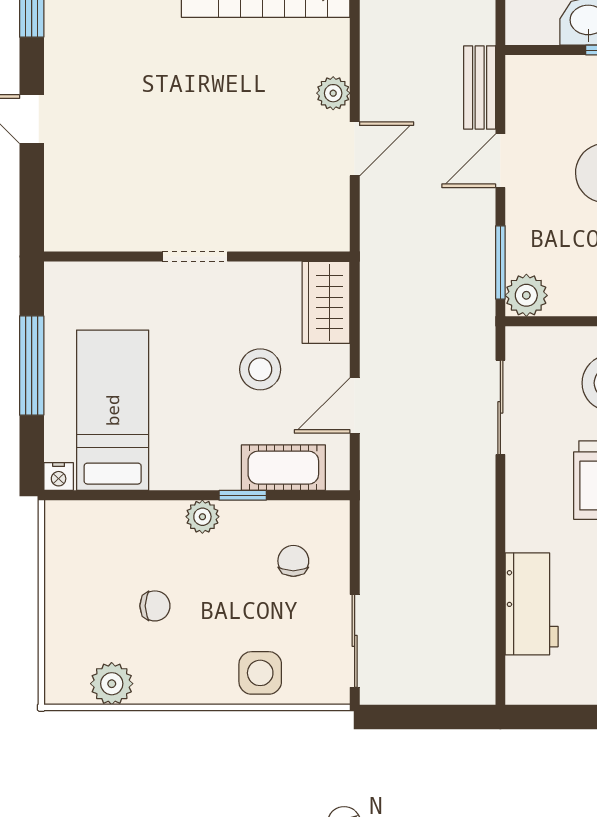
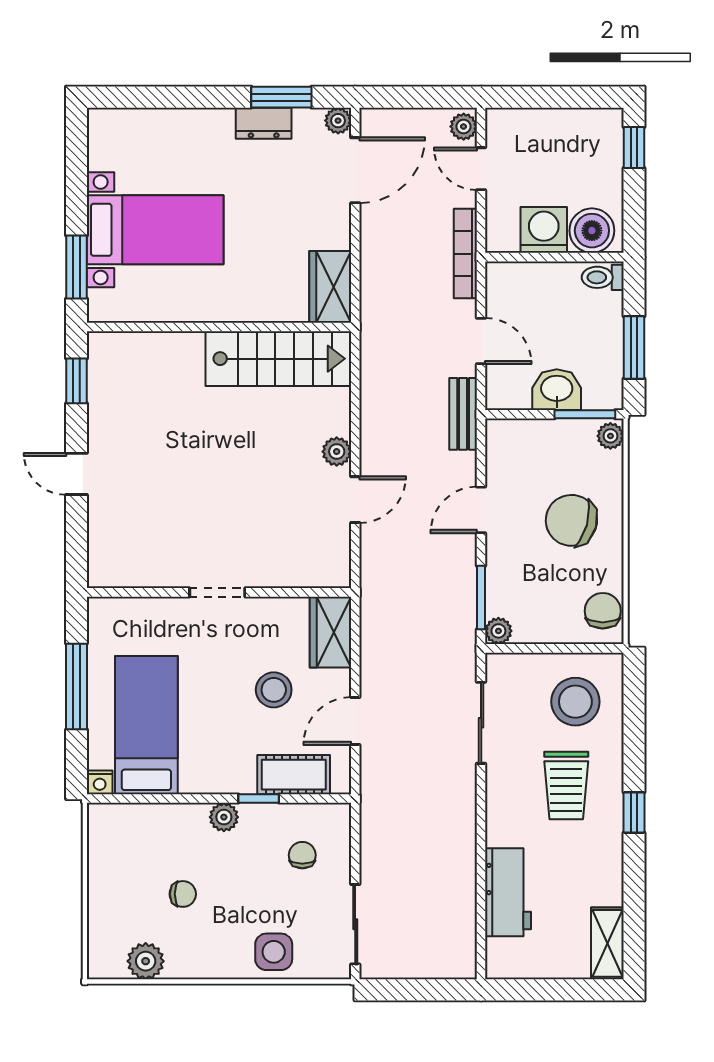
bench: (480, 87) -> (463, 414), moved
plant: (526, 295) -> (498, 631), width x0.73, depth x0.73

